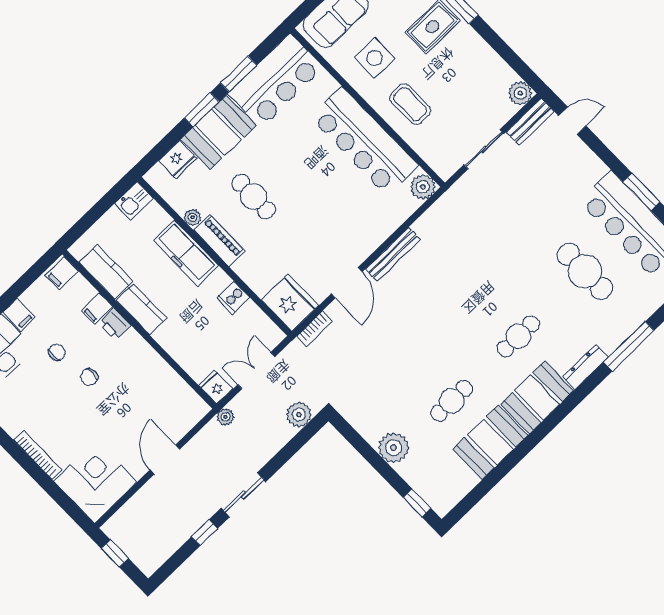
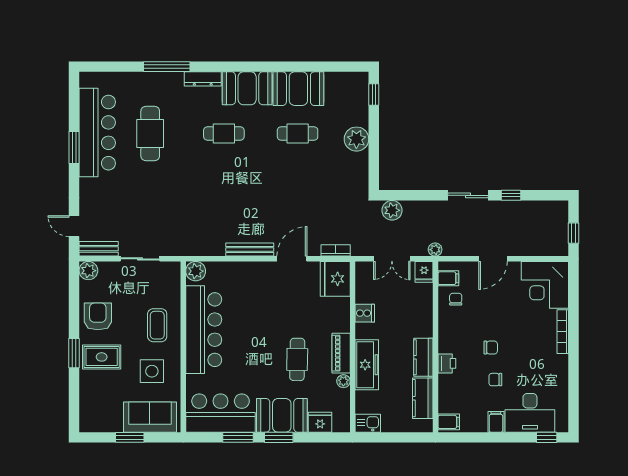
armchair: (471, 60) -> (98, 316), added
filing cabinet: (97, 309) -> (448, 278), moved
chair: (163, 390) -> (456, 299), added

